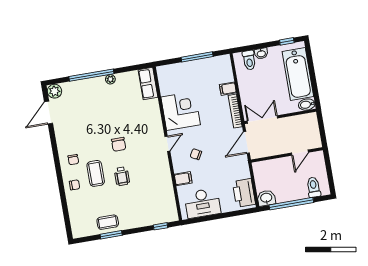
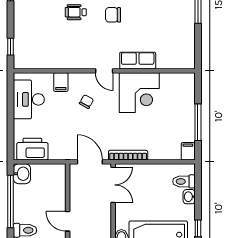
plant: (110, 79) -> (189, 18), removed
row of seats: (148, 83) -> (138, 61), moved
filing cabinet: (228, 89) -> (188, 151), moved

